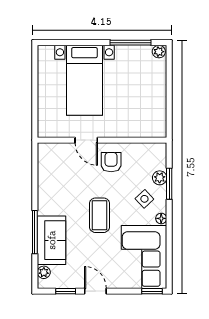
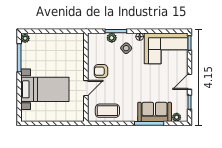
coffee table: (99, 215) -> (107, 111), moved

